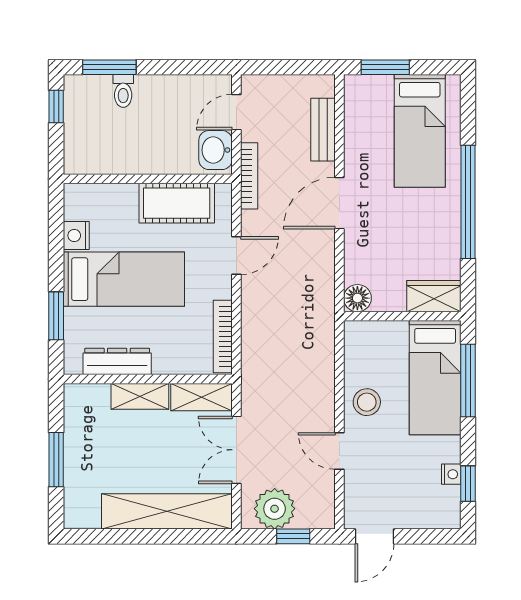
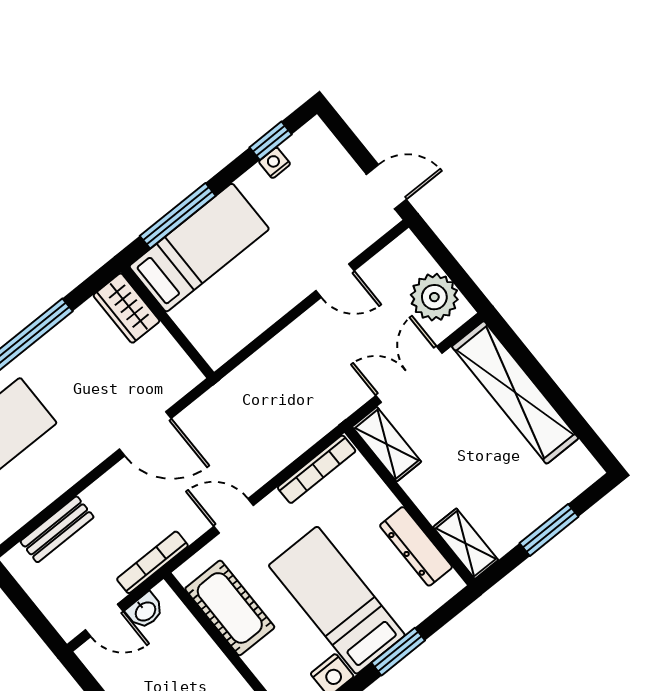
washbasin: (215, 150) -> (145, 611), width x0.72, depth x0.69
door: (339, 203) -> (145, 434), moved
floor lamp: (357, 298) -> (184, 376), removed
window: (56, 316) -> (398, 652), moved
shelving: (140, 396) -> (466, 544), moved
stool: (367, 402) -> (271, 291), removed
double door: (236, 450) -> (409, 374), swing flipped
door: (339, 451) -> (335, 281), hinge flipped
window: (293, 536) -> (446, 260), removed

